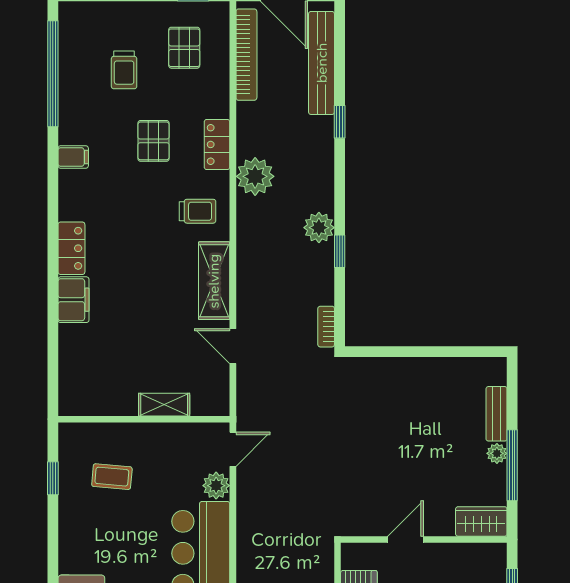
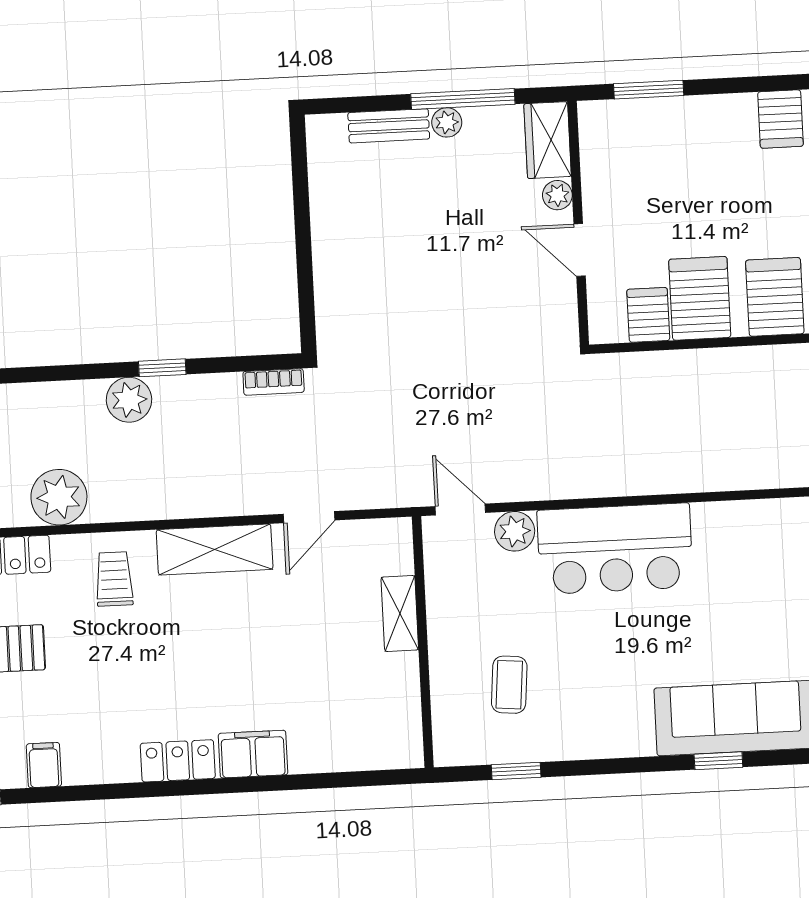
plant: (444, 526) -> (557, 195), added

